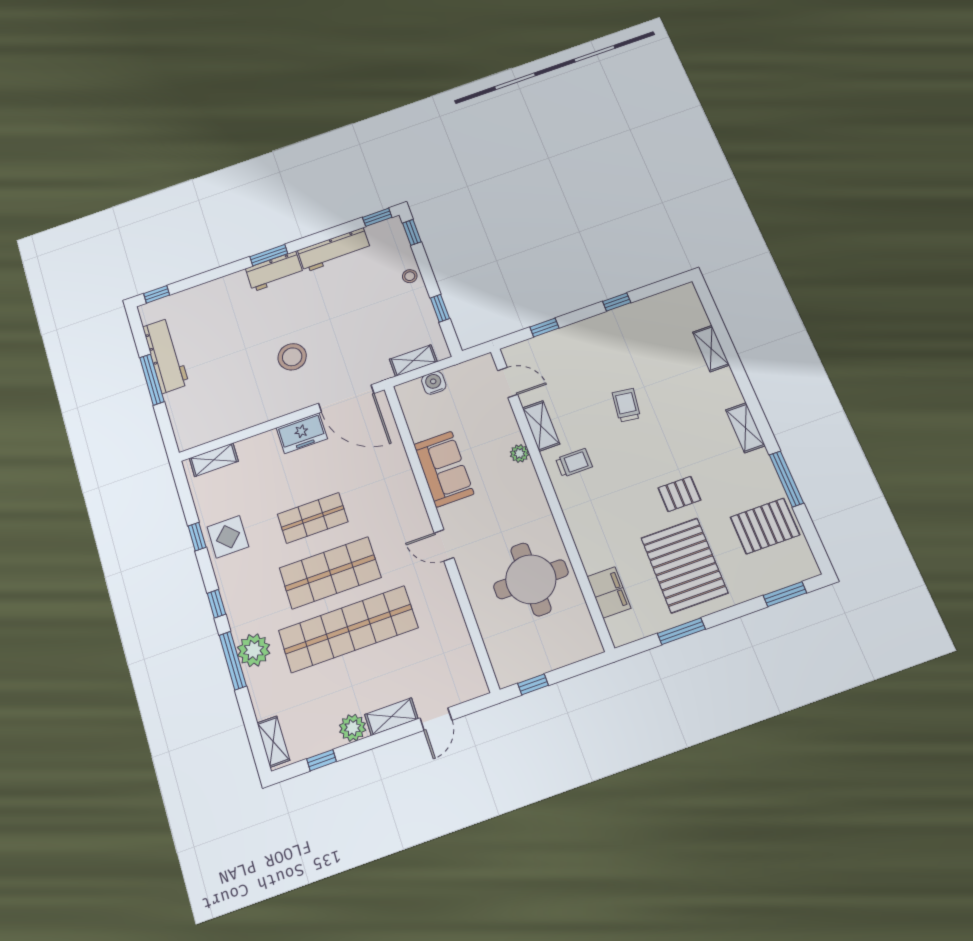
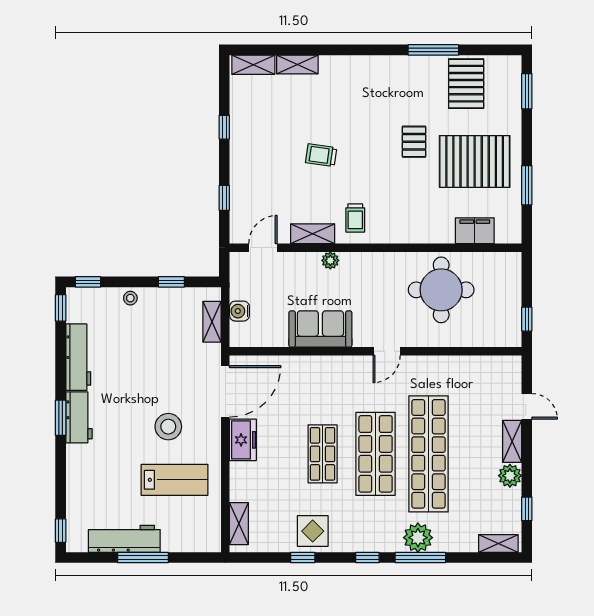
lab bench: (240, 382) -> (174, 480), added
shelving: (745, 428) -> (253, 65), moved
trolley: (574, 463) -> (355, 218), turned 180

